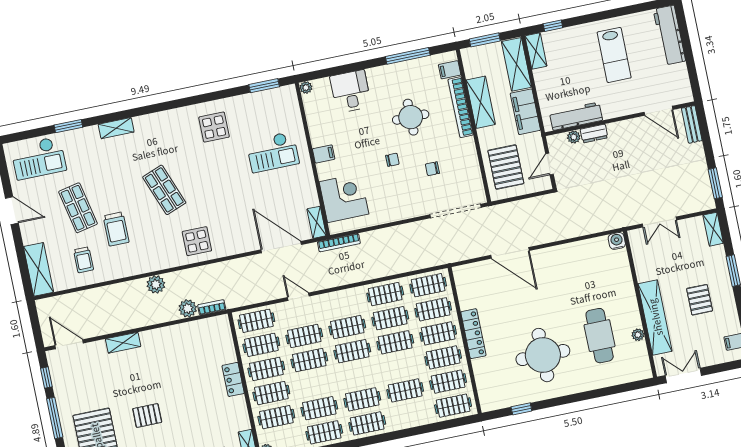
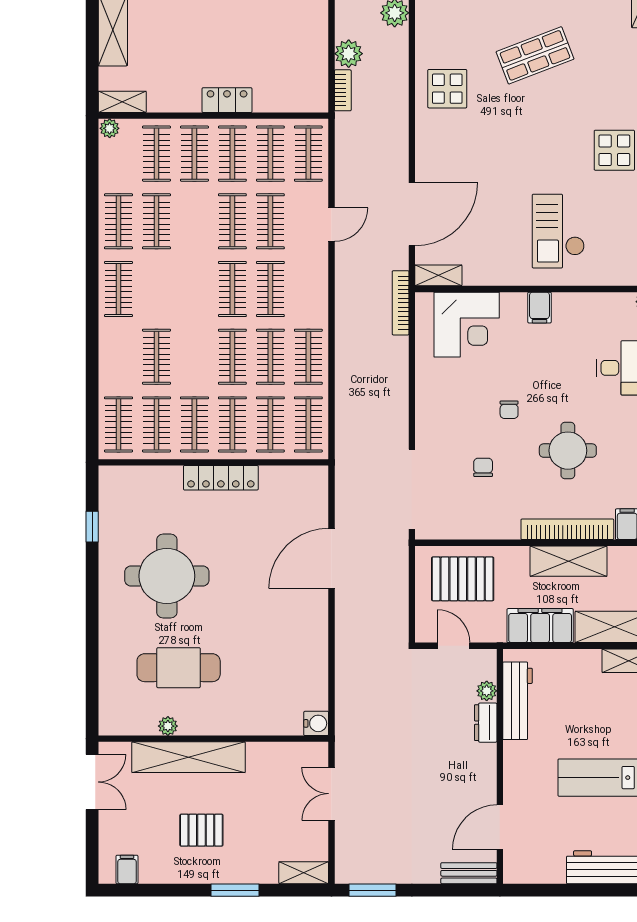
clothes rail: (362, 399) -> (156, 289), removed

